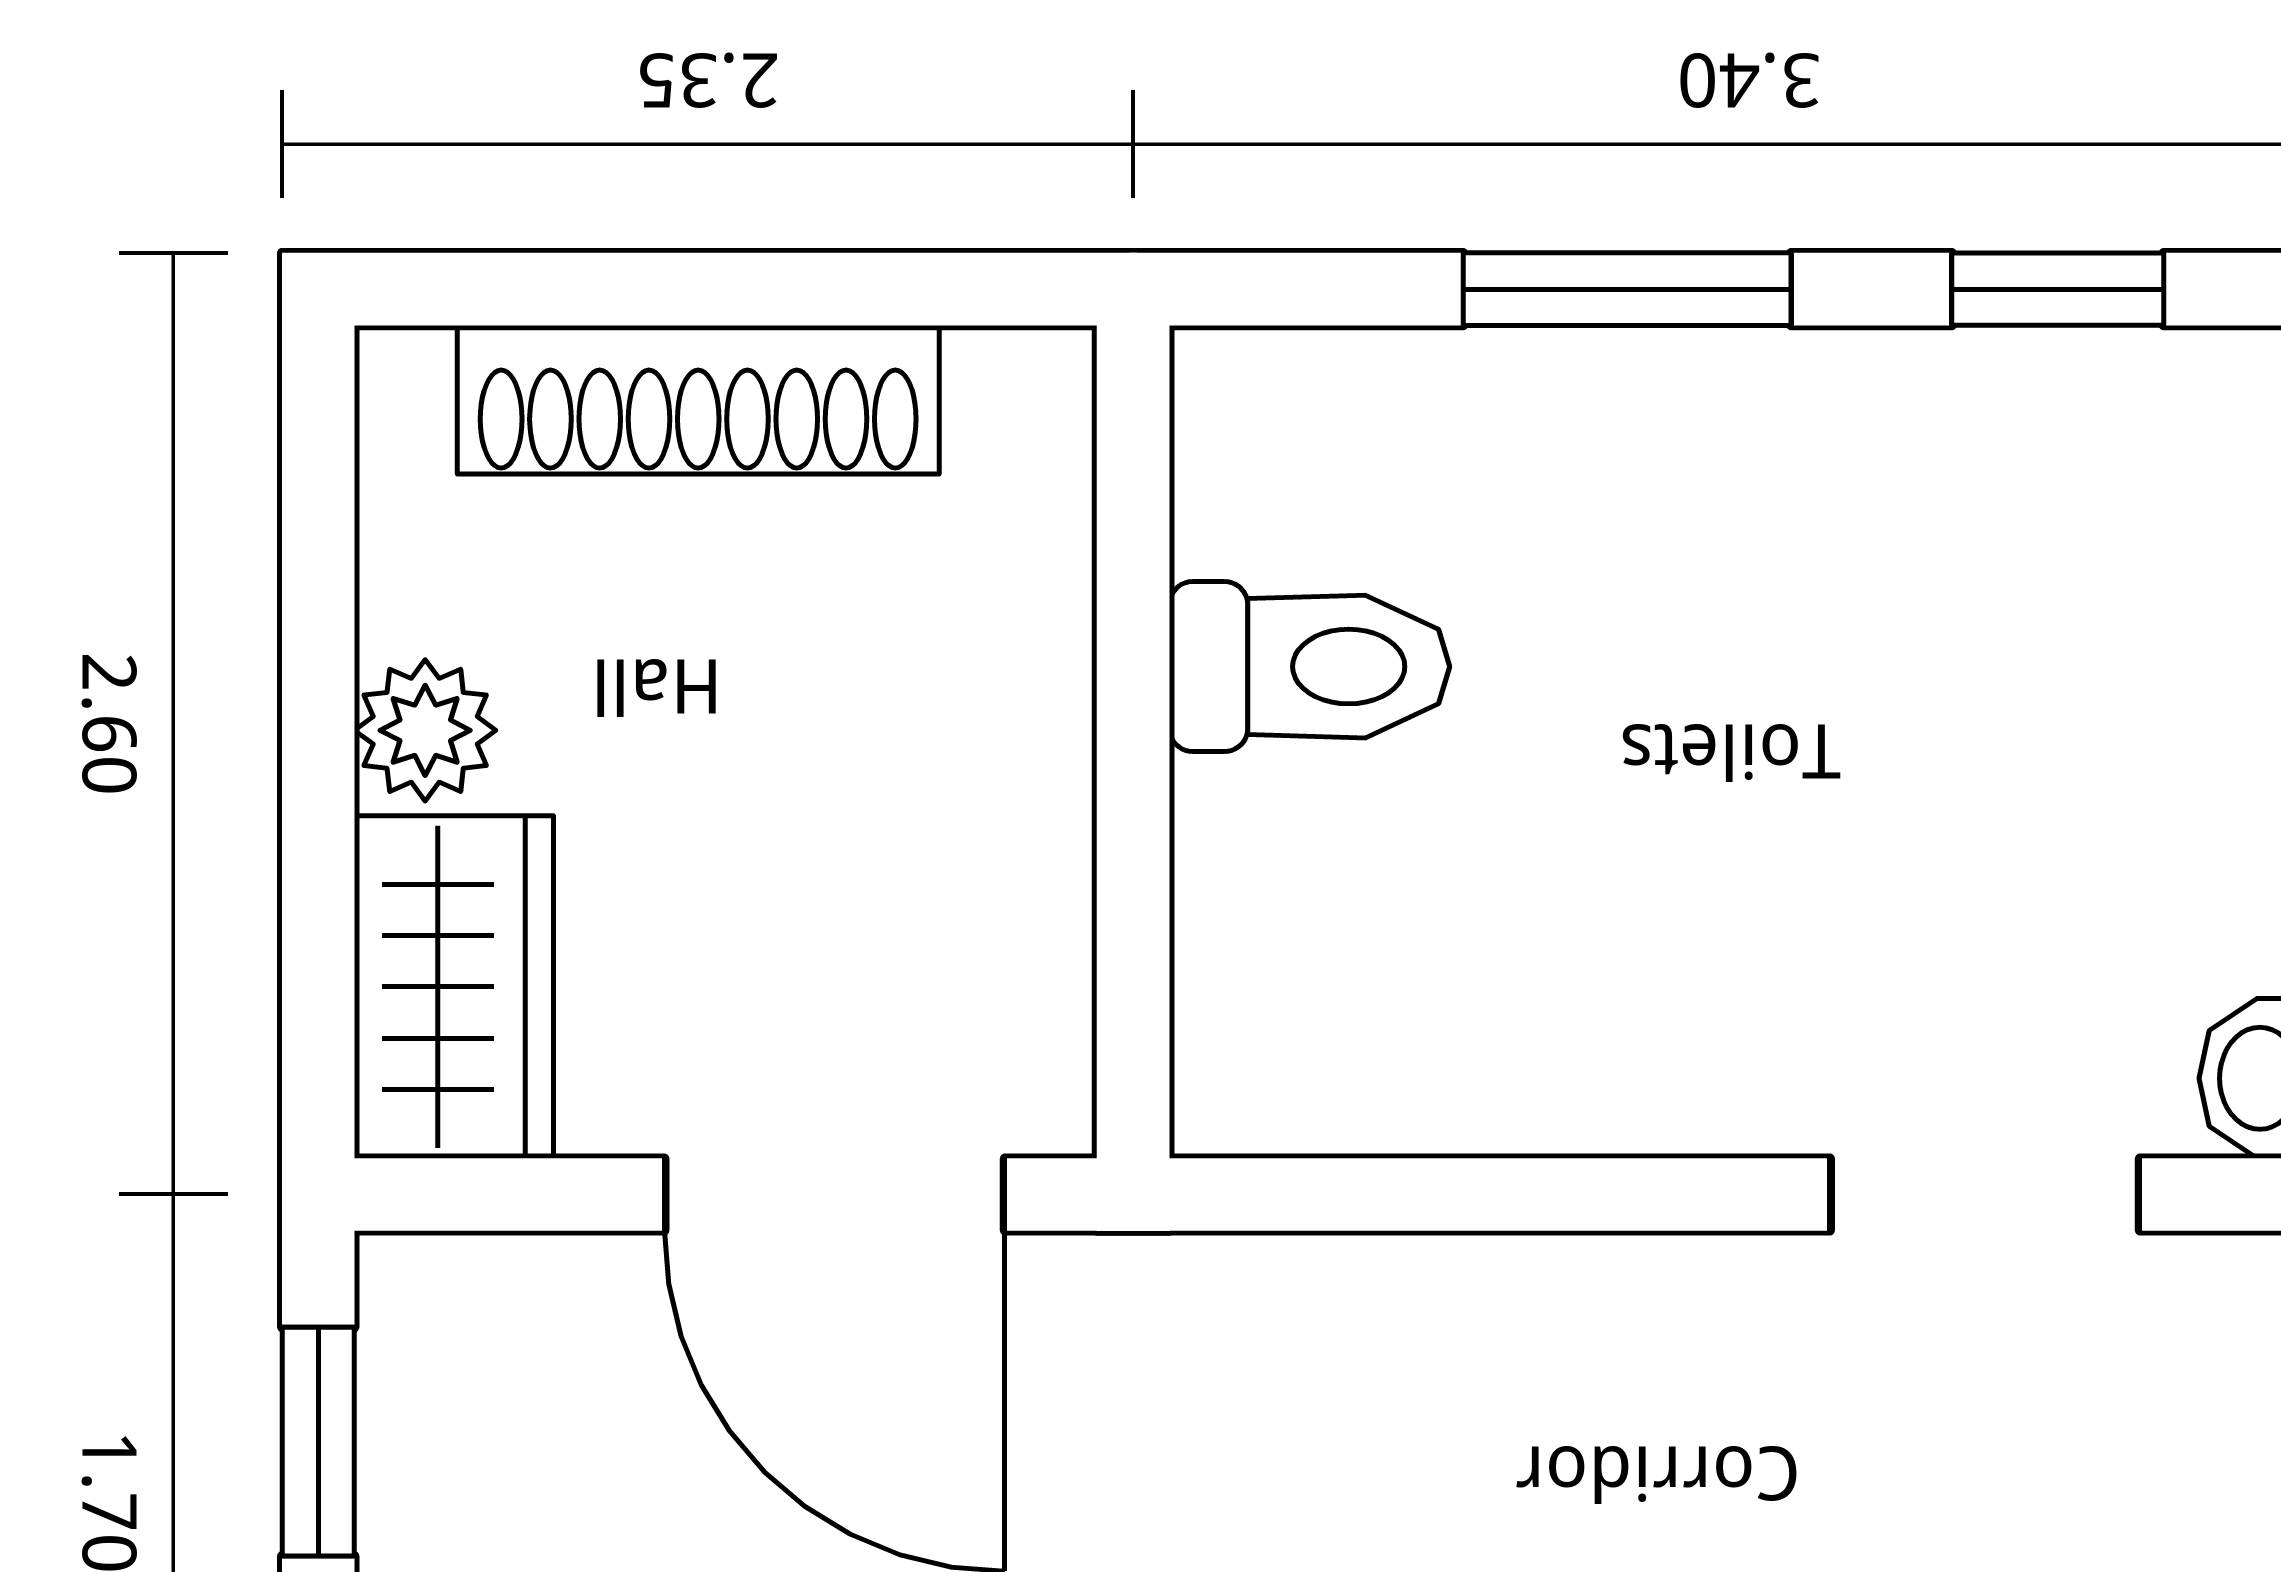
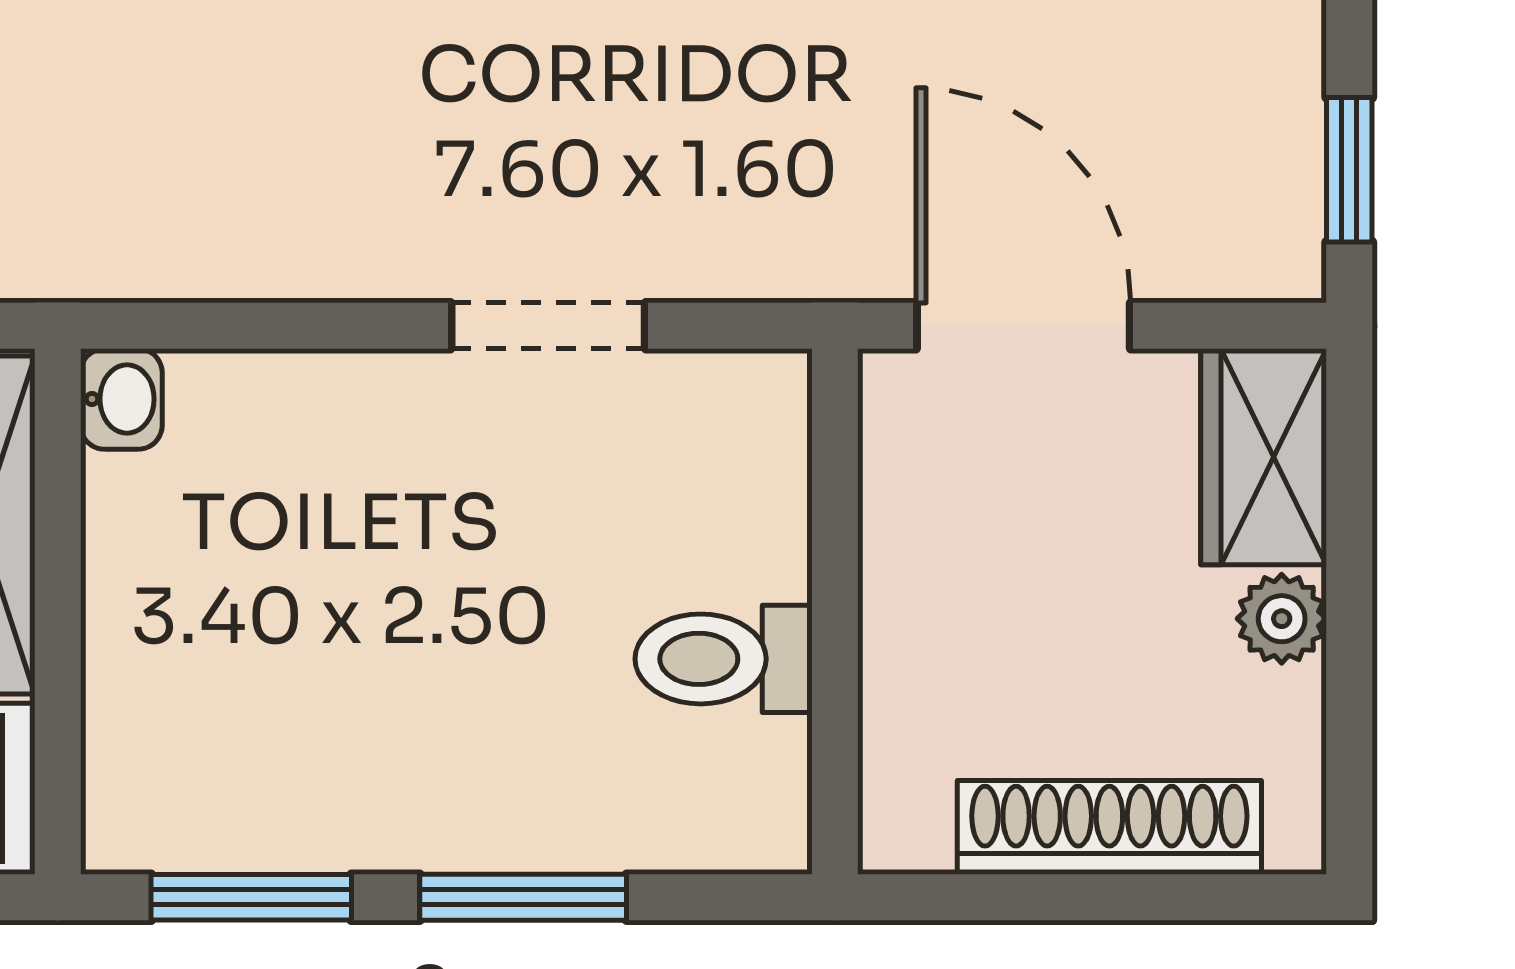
window: (2058, 289) -> (251, 897), width x1.50
doorway: (1985, 1194) -> (548, 326), moved

